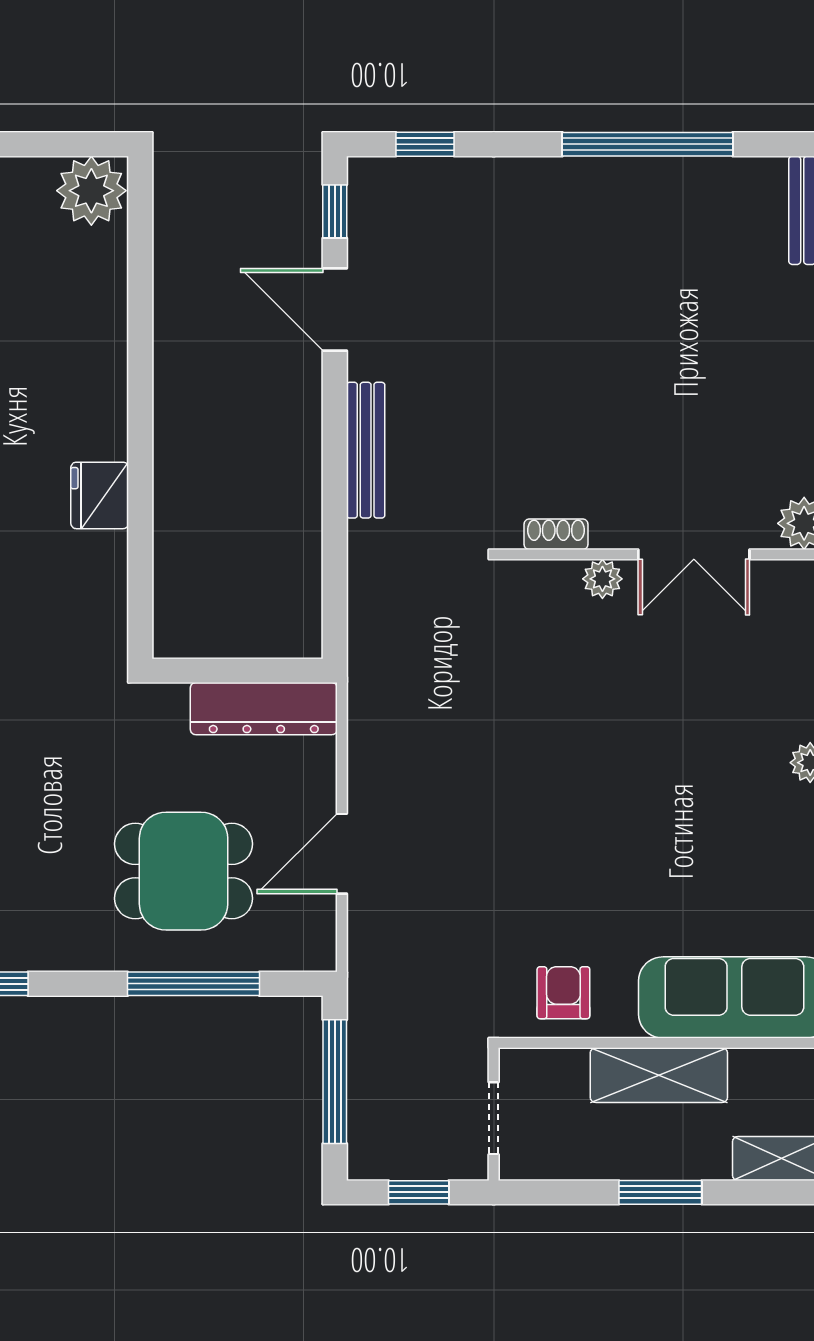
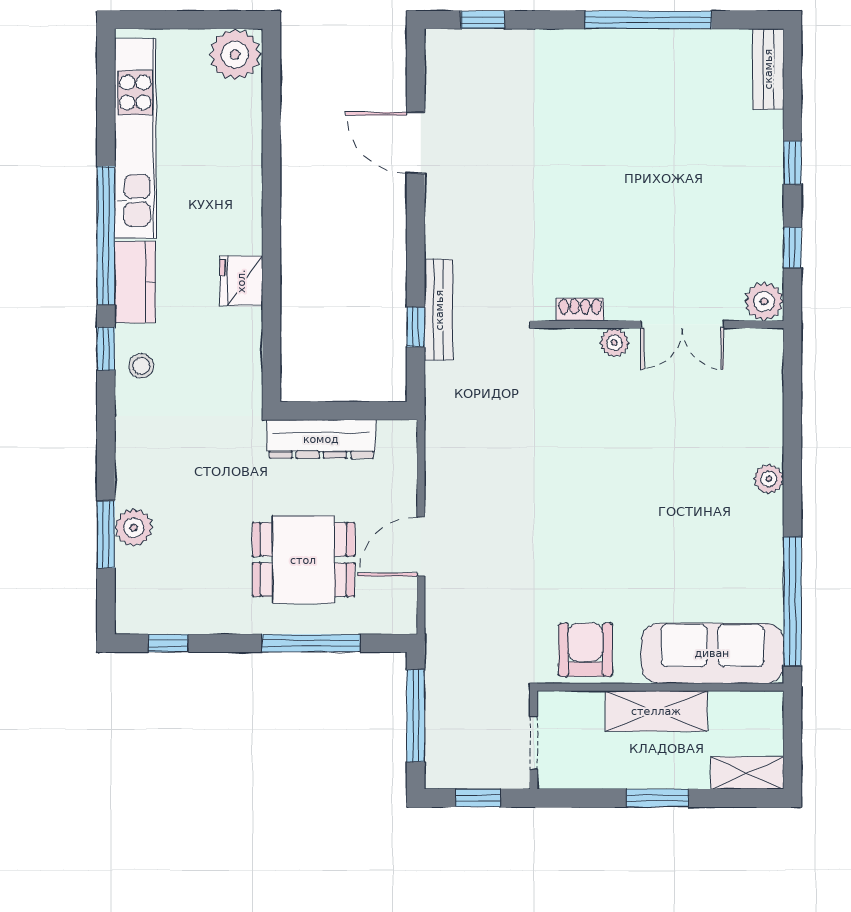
window: (335, 211) -> (416, 327), moved
bench: (366, 450) -> (439, 310), moved
dresser: (264, 709) -> (321, 439), moved
armchair: (563, 993) -> (585, 650), width x1.38, depth x1.38

